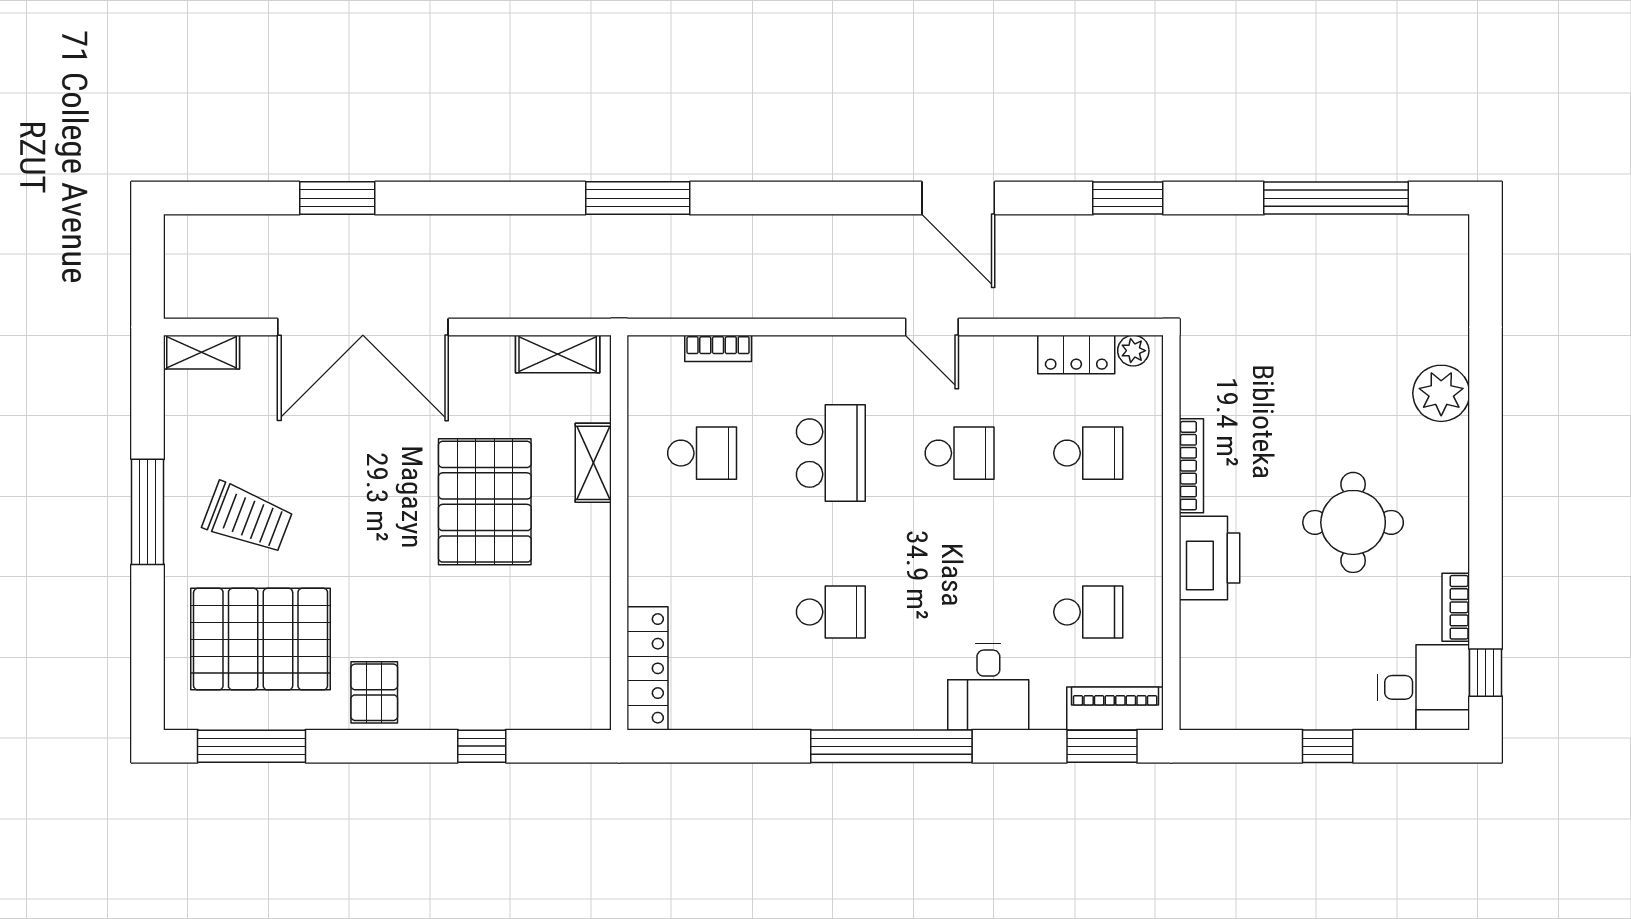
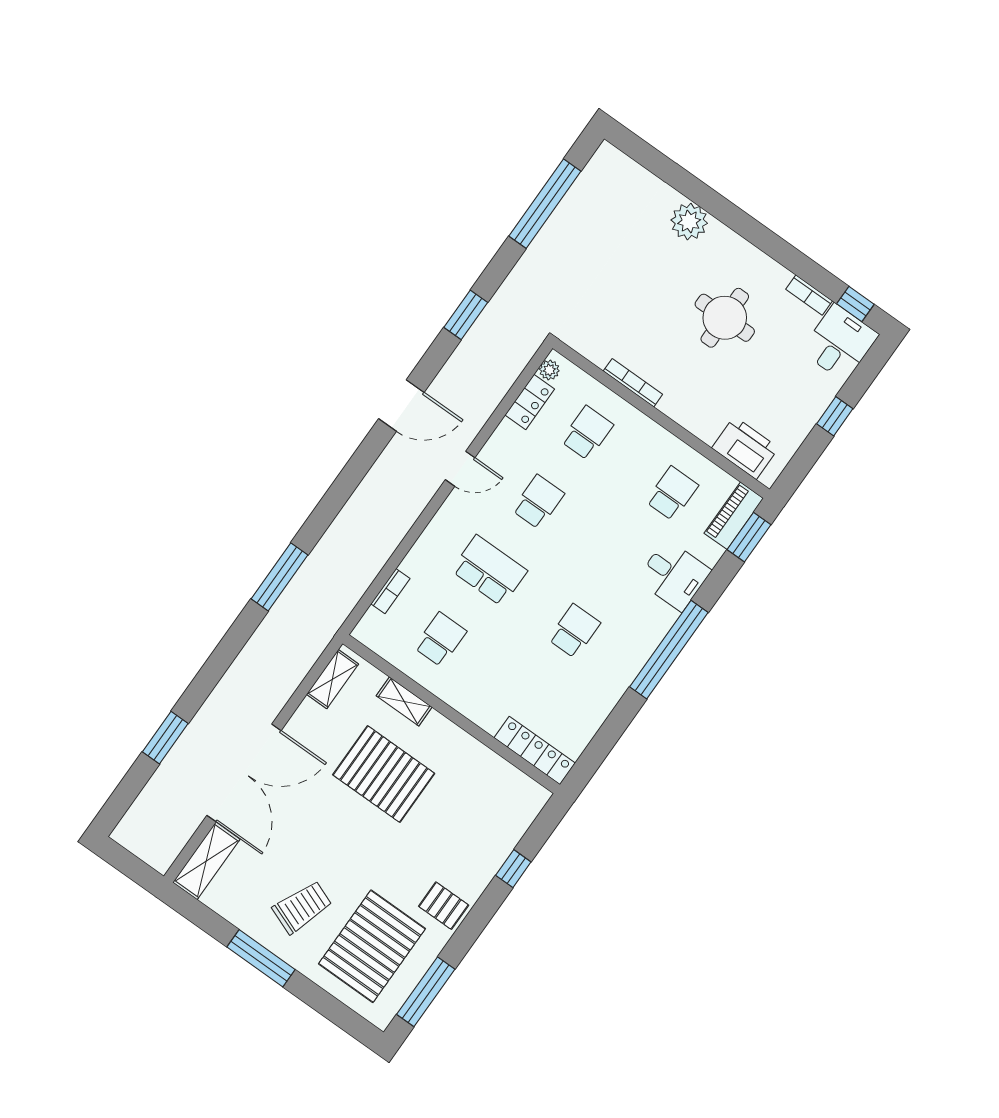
shelving: (202, 352) -> (206, 861), width x1.50, depth x1.33
printer: (1209, 558) -> (745, 448), moved

